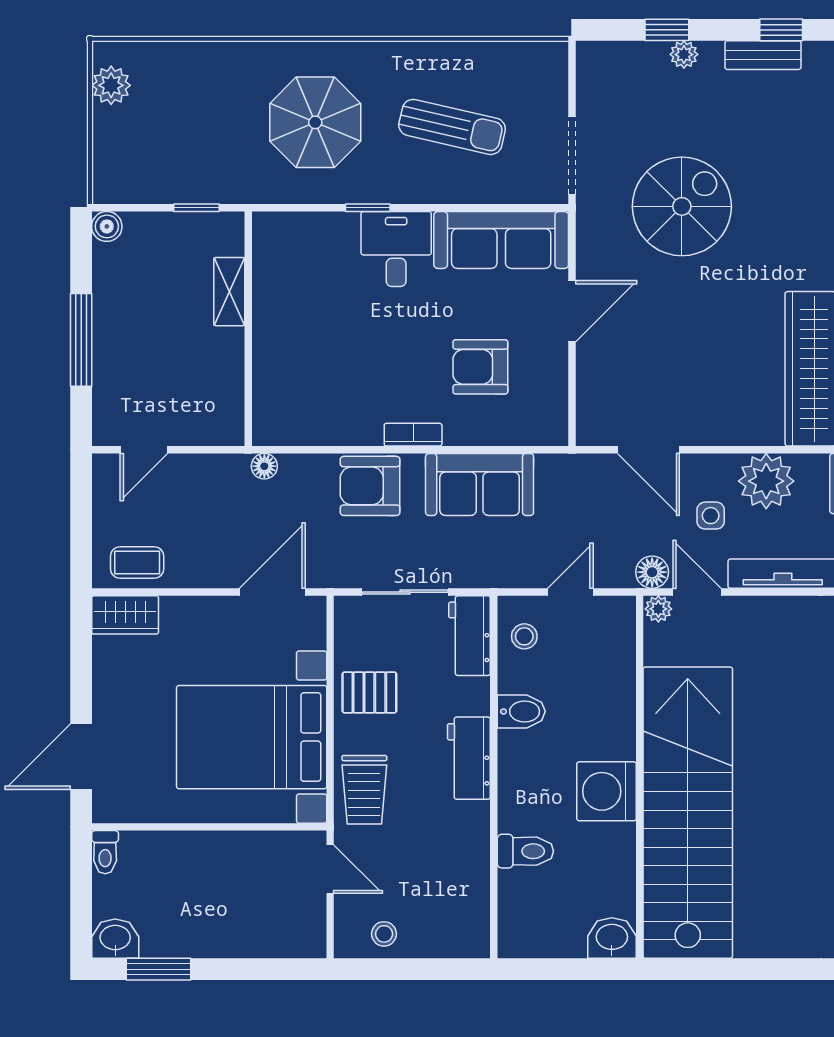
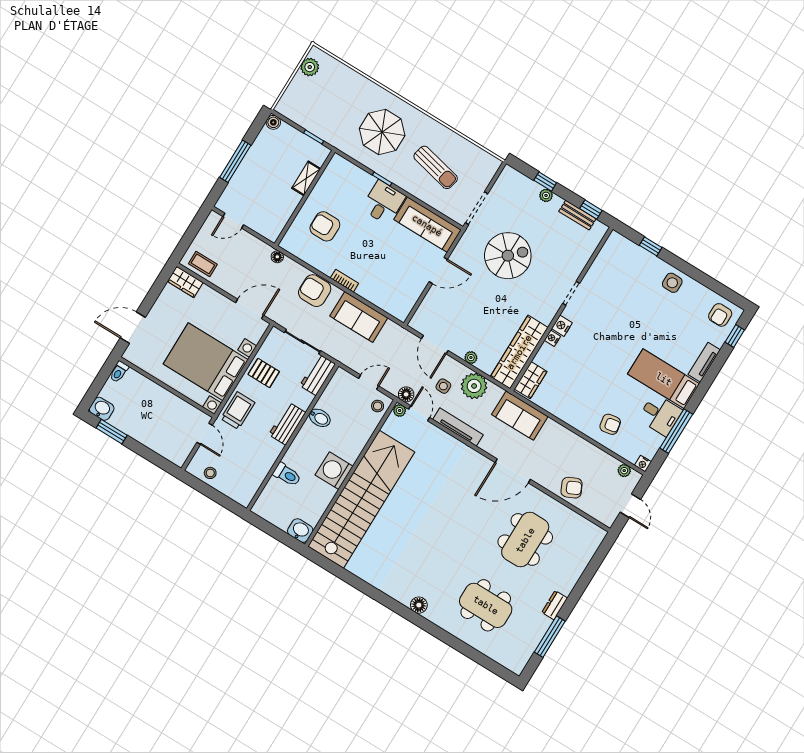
armchair: (480, 367) -> (325, 226), moved
plant: (729, 433) -> (471, 358), added
stool: (524, 636) -> (378, 406), moved
trolley: (364, 790) -> (238, 411), turned 180

